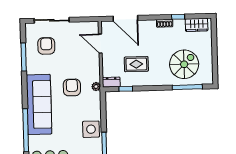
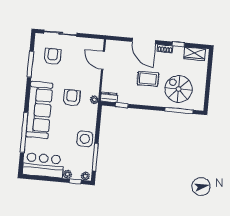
door: (125, 18) -> (144, 41), moved
rug: (136, 64) -> (148, 79), moved
spiral stairs: (184, 64) -> (179, 89), turned -90

